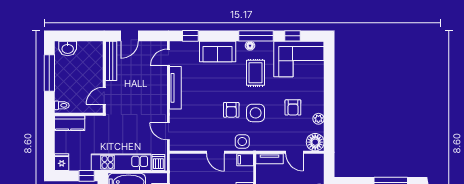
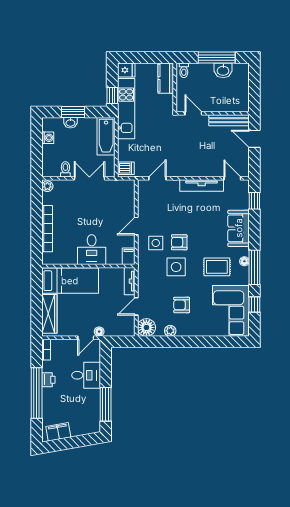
washbasin: (68, 48) -> (223, 70), moved, turned -90
side table: (242, 142) -> (156, 243), moved
kitchen unit: (121, 162) -> (126, 109), moved

